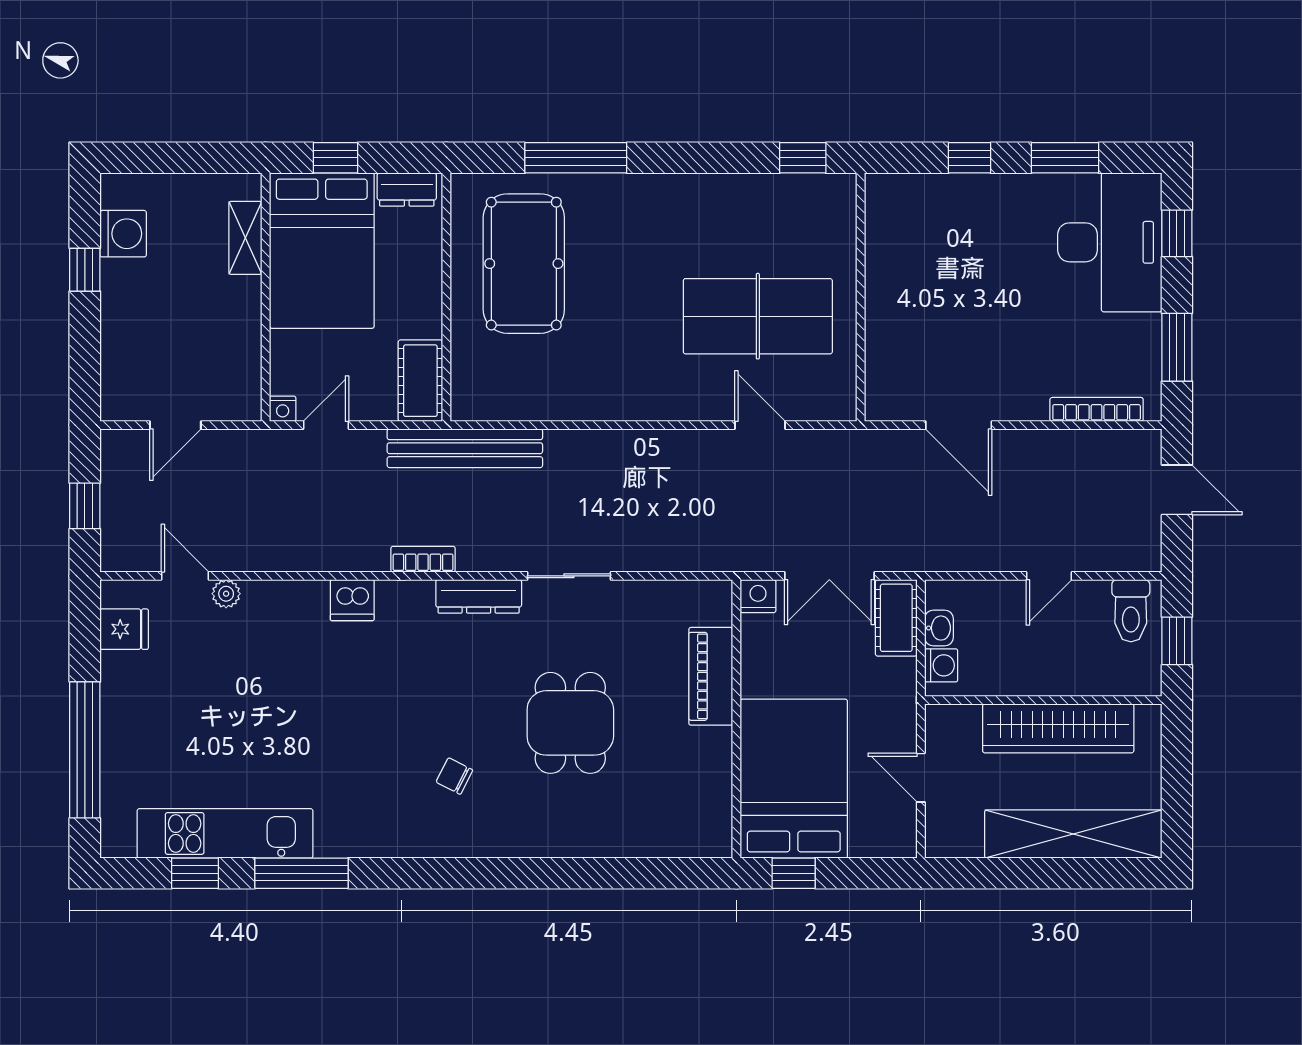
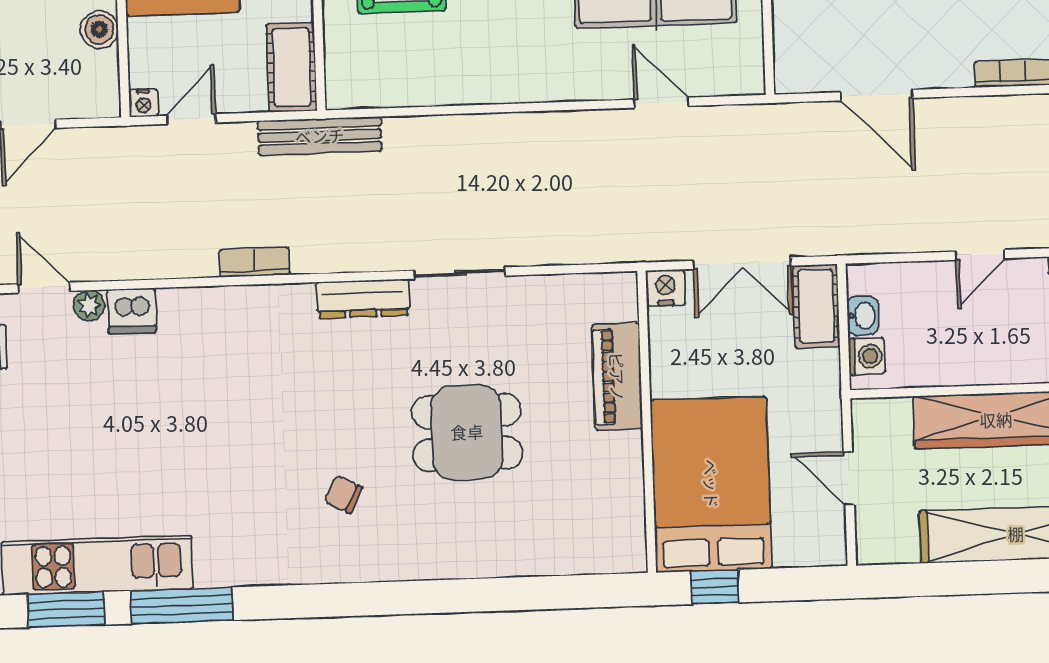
boiler: (244, 340) -> (99, 29), added
bench: (465, 448) -> (320, 136), width x0.73, depth x0.82
bookcase: (423, 559) -> (254, 262), moved
dishwasher: (352, 600) -> (132, 311), moved
dining table: (570, 723) -> (467, 432), turned 90
window: (195, 873) -> (66, 610), width x1.50

